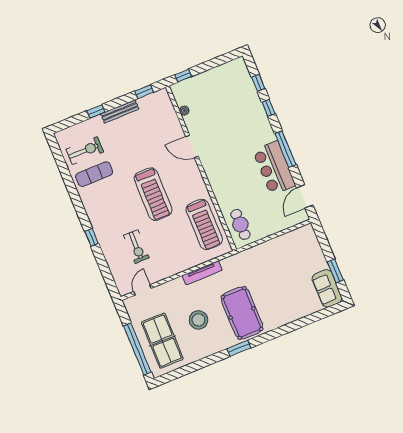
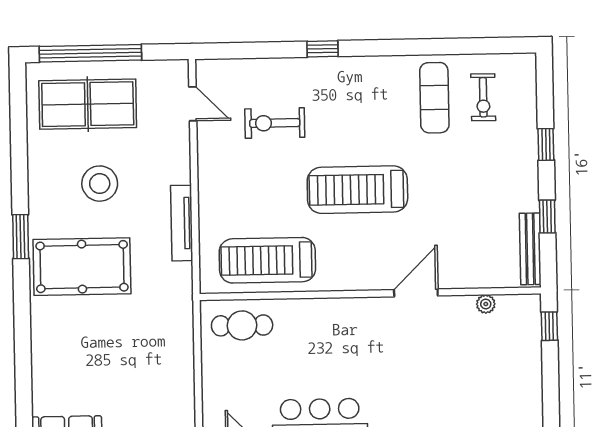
window: (144, 92) -> (547, 217), moved
bench: (120, 112) -> (530, 249), moved
exercise bike: (85, 151) -> (483, 97), width x0.73, depth x0.72

